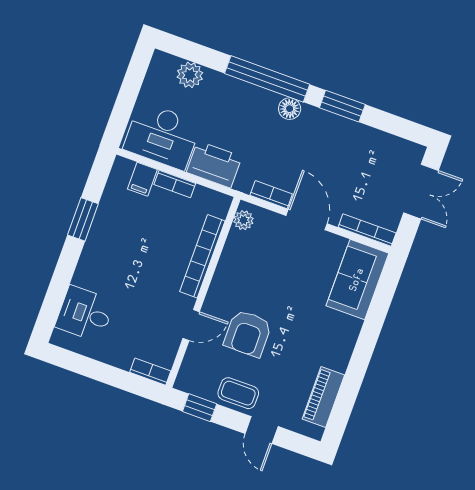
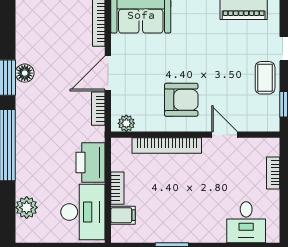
floor lamp: (290, 109) -> (25, 73), moved
armchair: (248, 333) -> (181, 100), moved
bookcase: (150, 372) -> (273, 173), moved

